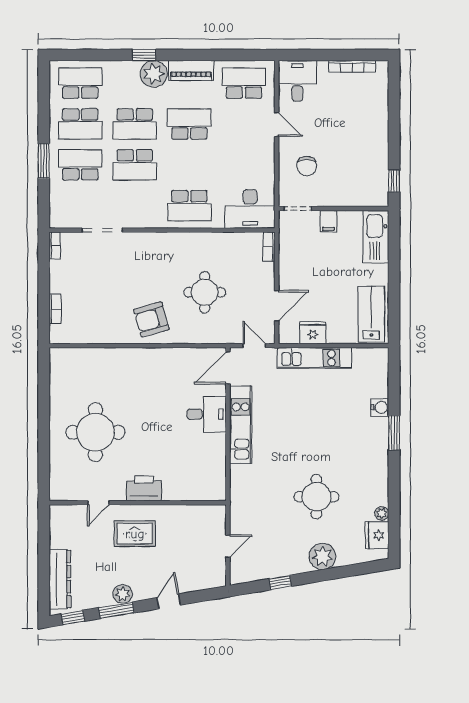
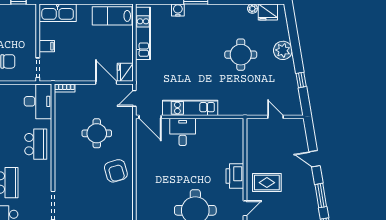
fridge: (313, 333) -> (125, 72), moved
kitchen unit: (314, 358) -> (143, 33), moved
door: (98, 503) -> (245, 208), hinge flipped
rug: (135, 534) -> (267, 183), turned 90
plant: (123, 594) -> (309, 191), removed

